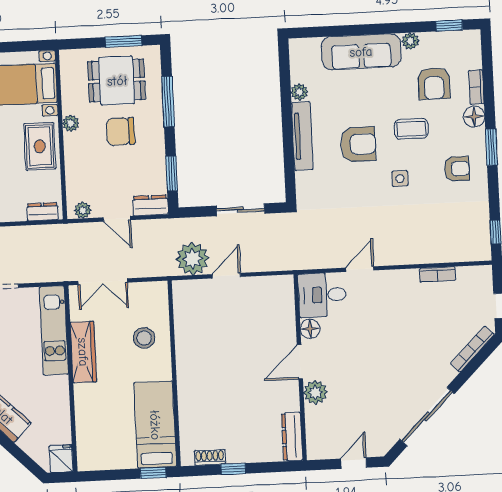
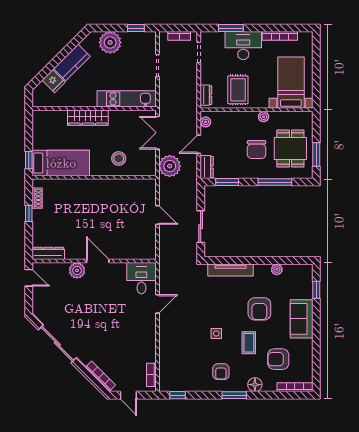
window: (449, 25) -> (316, 290), moved
plant: (410, 41) -> (307, 345), removed
sofa: (361, 52) -> (302, 319), width x0.73
bookcase: (476, 87) -> (295, 387), moved, width x1.56
chair: (121, 131) -> (257, 150), turned 180
tv unit: (302, 136) -> (230, 270), moved
armchair: (358, 144) -> (259, 309), moved
rug: (40, 146) -> (238, 90), moved, turned 90
plant: (193, 259) -> (170, 166), moved
door: (360, 269) -> (157, 304), hinge flipped
bookcase: (438, 274) -> (151, 375), moved
floor lamp: (310, 329) -> (119, 269), removed
wardrobe: (83, 352) -> (88, 118), moved
fridge: (61, 459) -> (54, 81), moved, turned 45
door: (354, 463) -> (29, 278), moved

